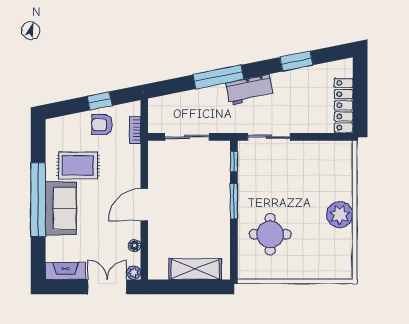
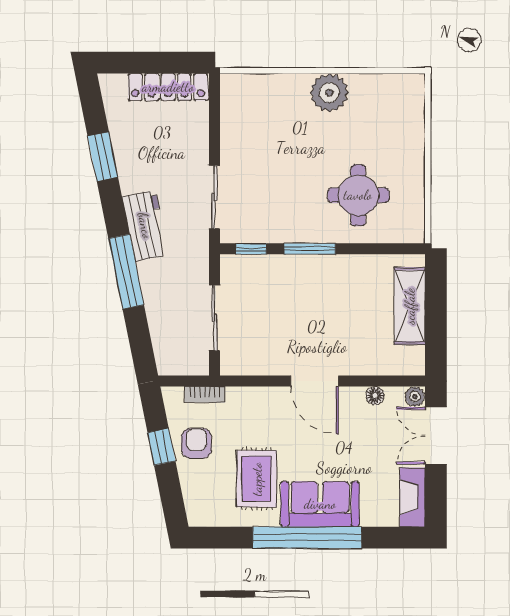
armchair: (102, 125) -> (196, 443), turned 180

